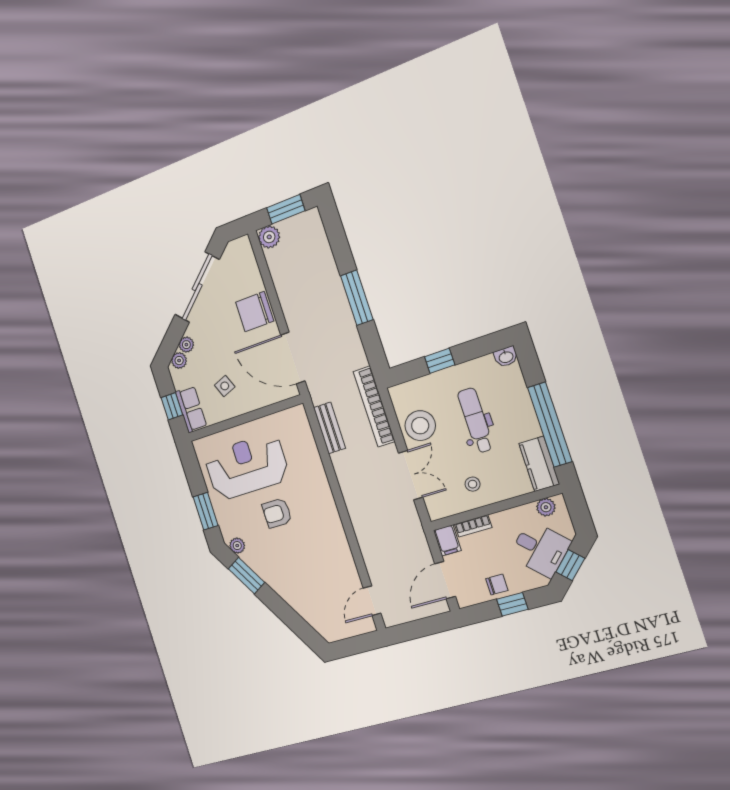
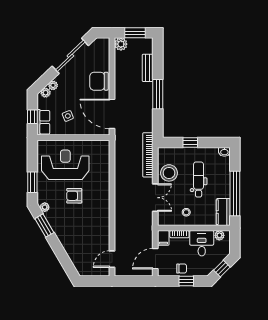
bench: (329, 428) -> (148, 68), moved
desk: (540, 549) -> (202, 243), moved, turned -135

